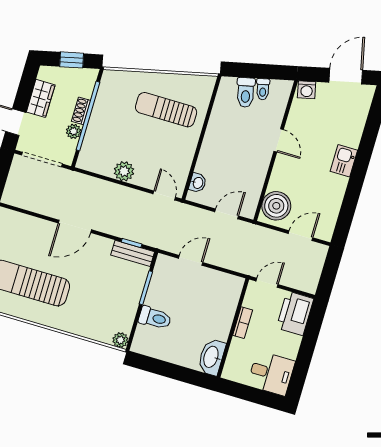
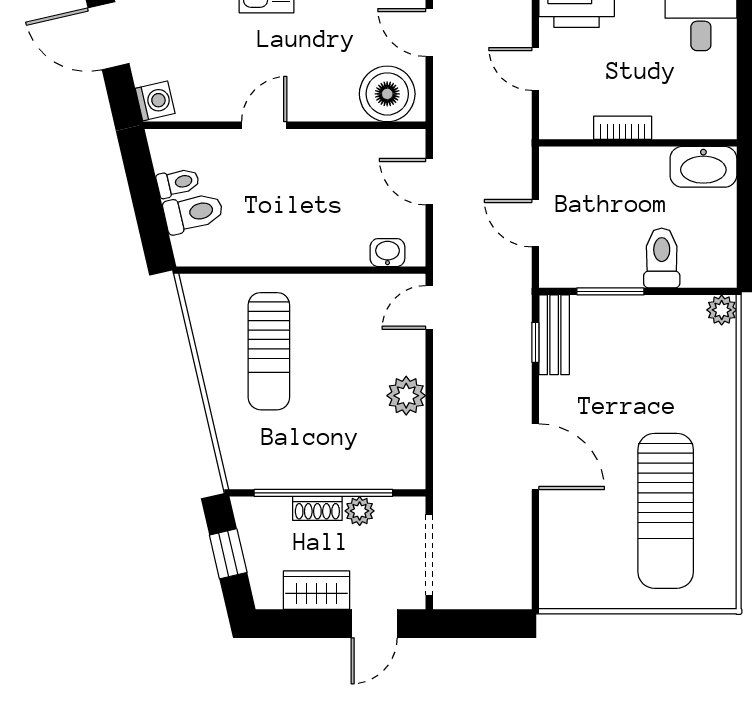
bookcase: (243, 323) -> (623, 128), moved
wall: (233, 328) -> (638, 143), moved
washbasin: (212, 357) -> (703, 167), moved

